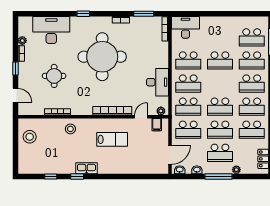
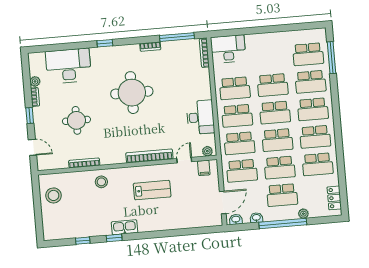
window: (144, 14) -> (177, 37), width x1.44
round table: (102, 57) -> (132, 93), width x0.73, depth x0.73
school desk: (220, 84) -> (275, 113), added
window: (219, 176) -> (283, 223), width x1.46

